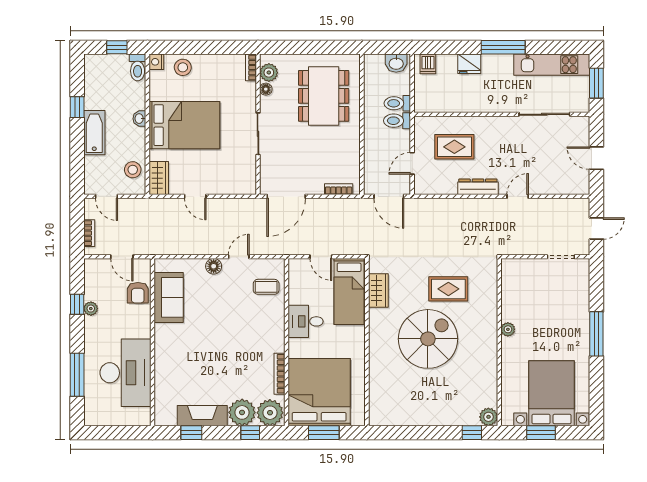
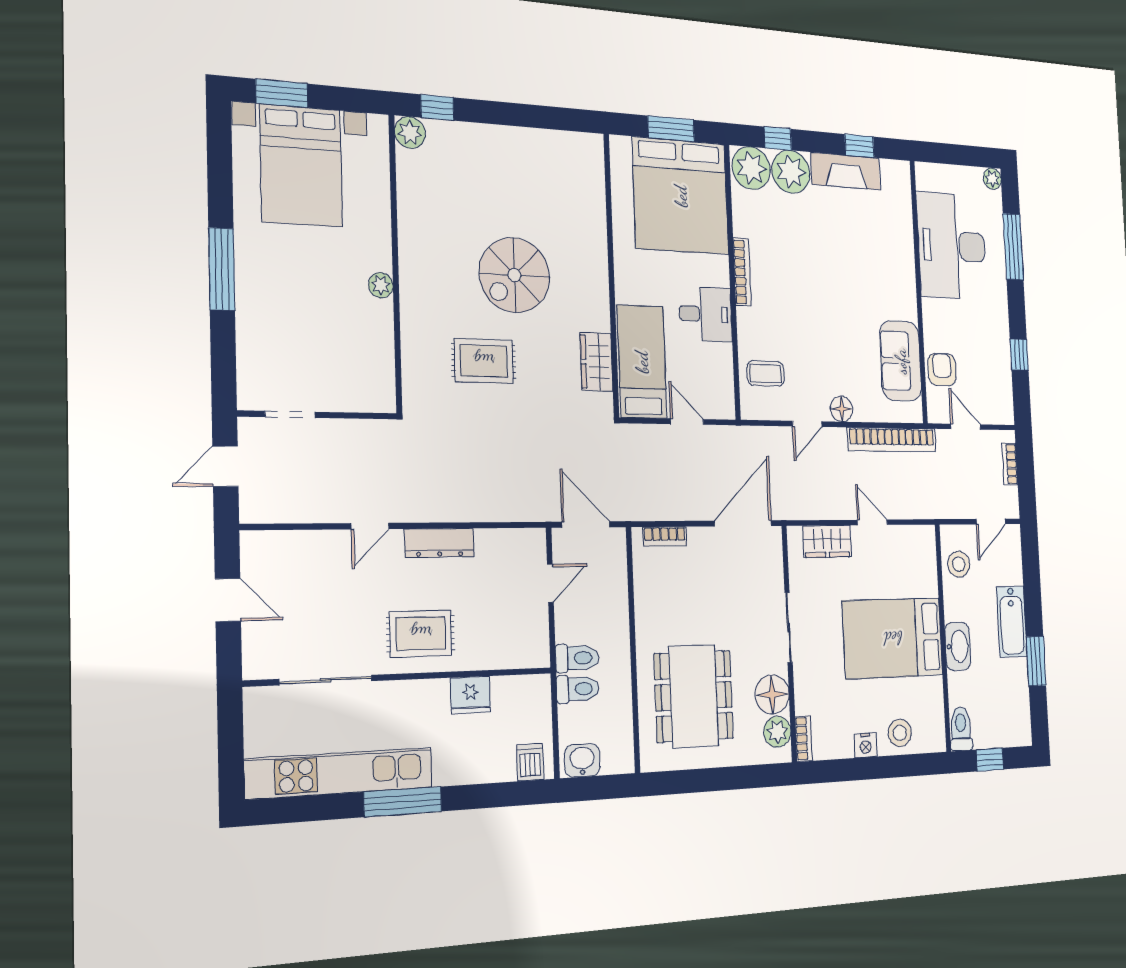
nightstand: (156, 62) -> (866, 745), moved, turned 90
fridge: (469, 64) -> (470, 695), moved, turned 180
kitchen unit: (552, 65) -> (340, 773), width x1.36
window: (596, 83) -> (231, 744), removed
floor lamp: (266, 89) -> (772, 694), width x1.89, depth x1.89
window: (77, 107) -> (1036, 661), width x1.50
washbasin: (139, 119) -> (958, 646), width x1.91, depth x1.45
rug: (454, 147) -> (421, 634), moved
wardrobe: (159, 178) -> (827, 541), moved, turned -90
door: (106, 196) -> (991, 522), swing flipped
bookcase: (178, 248) -> (892, 440), added
plant: (91, 309) -> (992, 179), moved
spiral stairs: (428, 339) -> (514, 275), width x0.73, depth x0.73
bookcase: (279, 374) -> (742, 272), moved
window: (541, 433) -> (282, 93), moved

